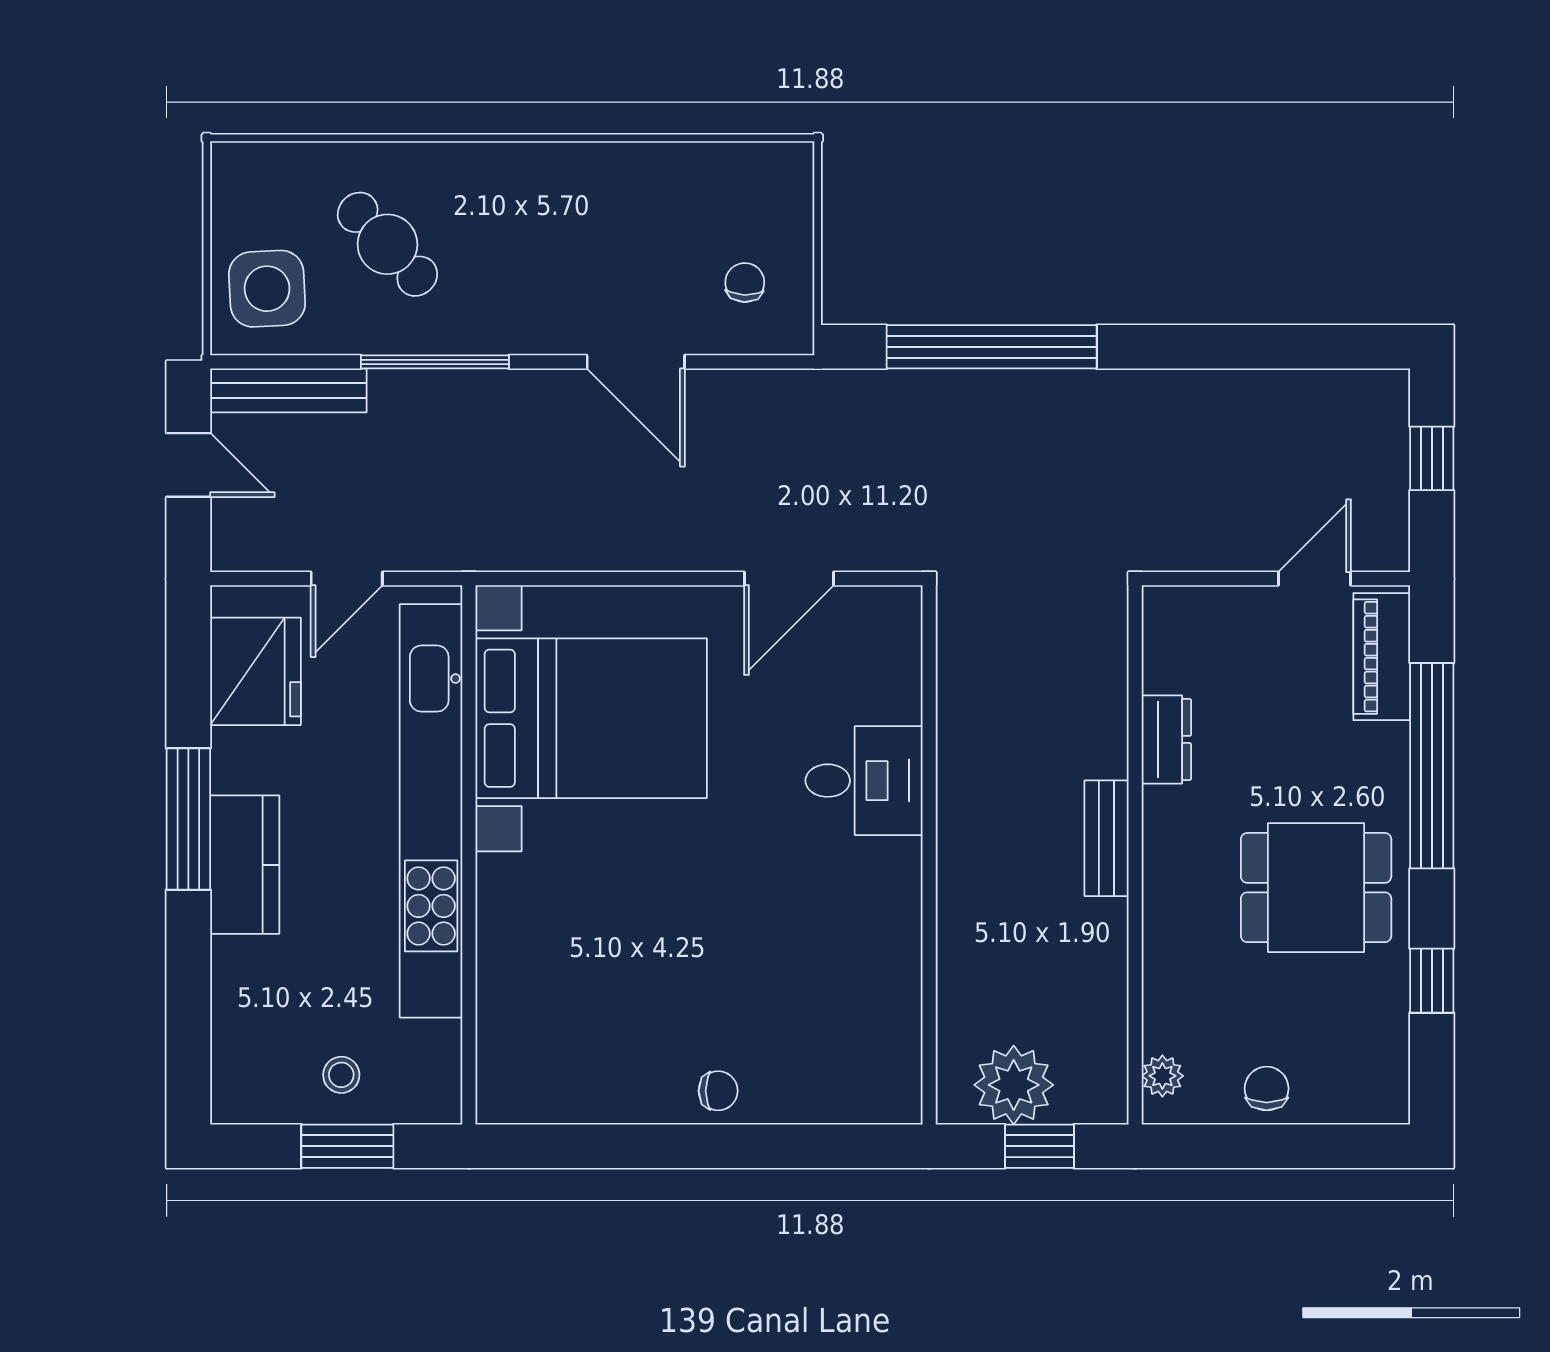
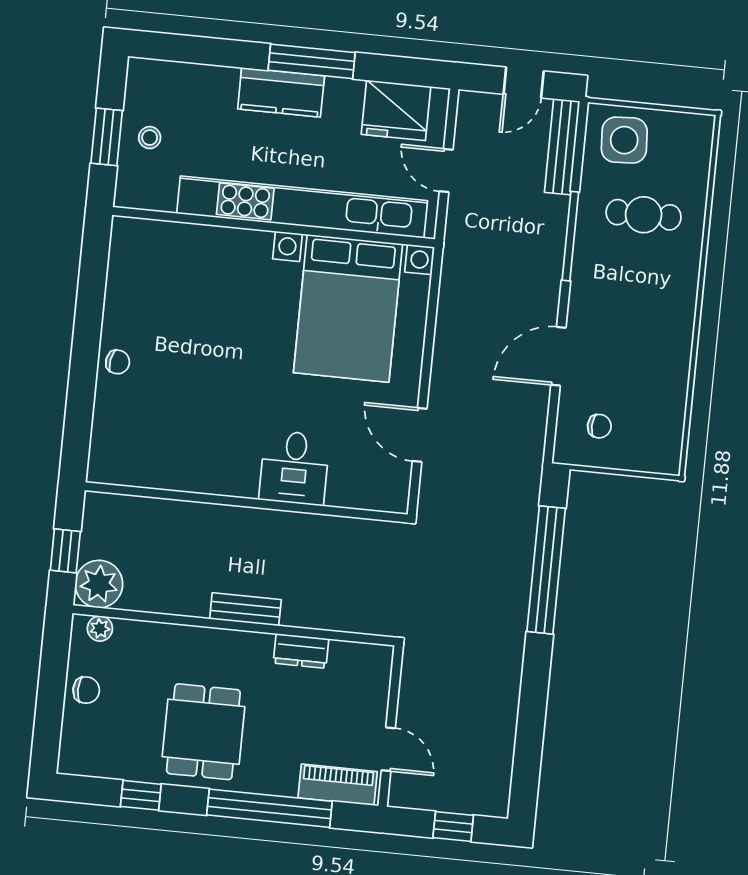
cafe table: (387, 244) -> (644, 215), turned 43
plant: (1014, 1085) -> (99, 584), moved
chair: (718, 1091) -> (118, 362), turned -80

